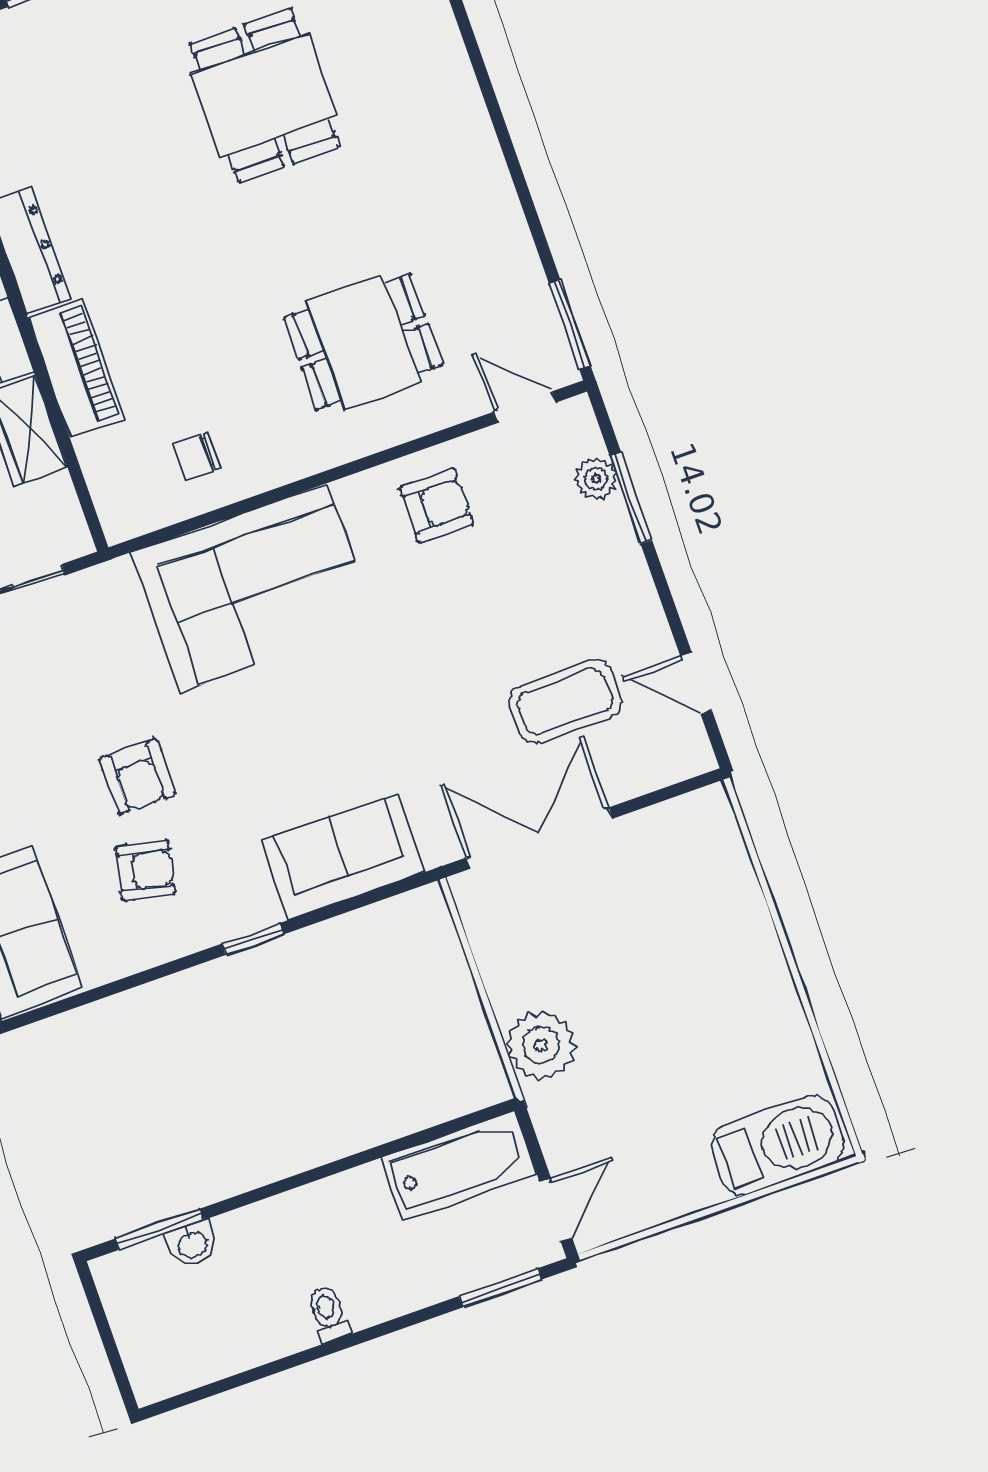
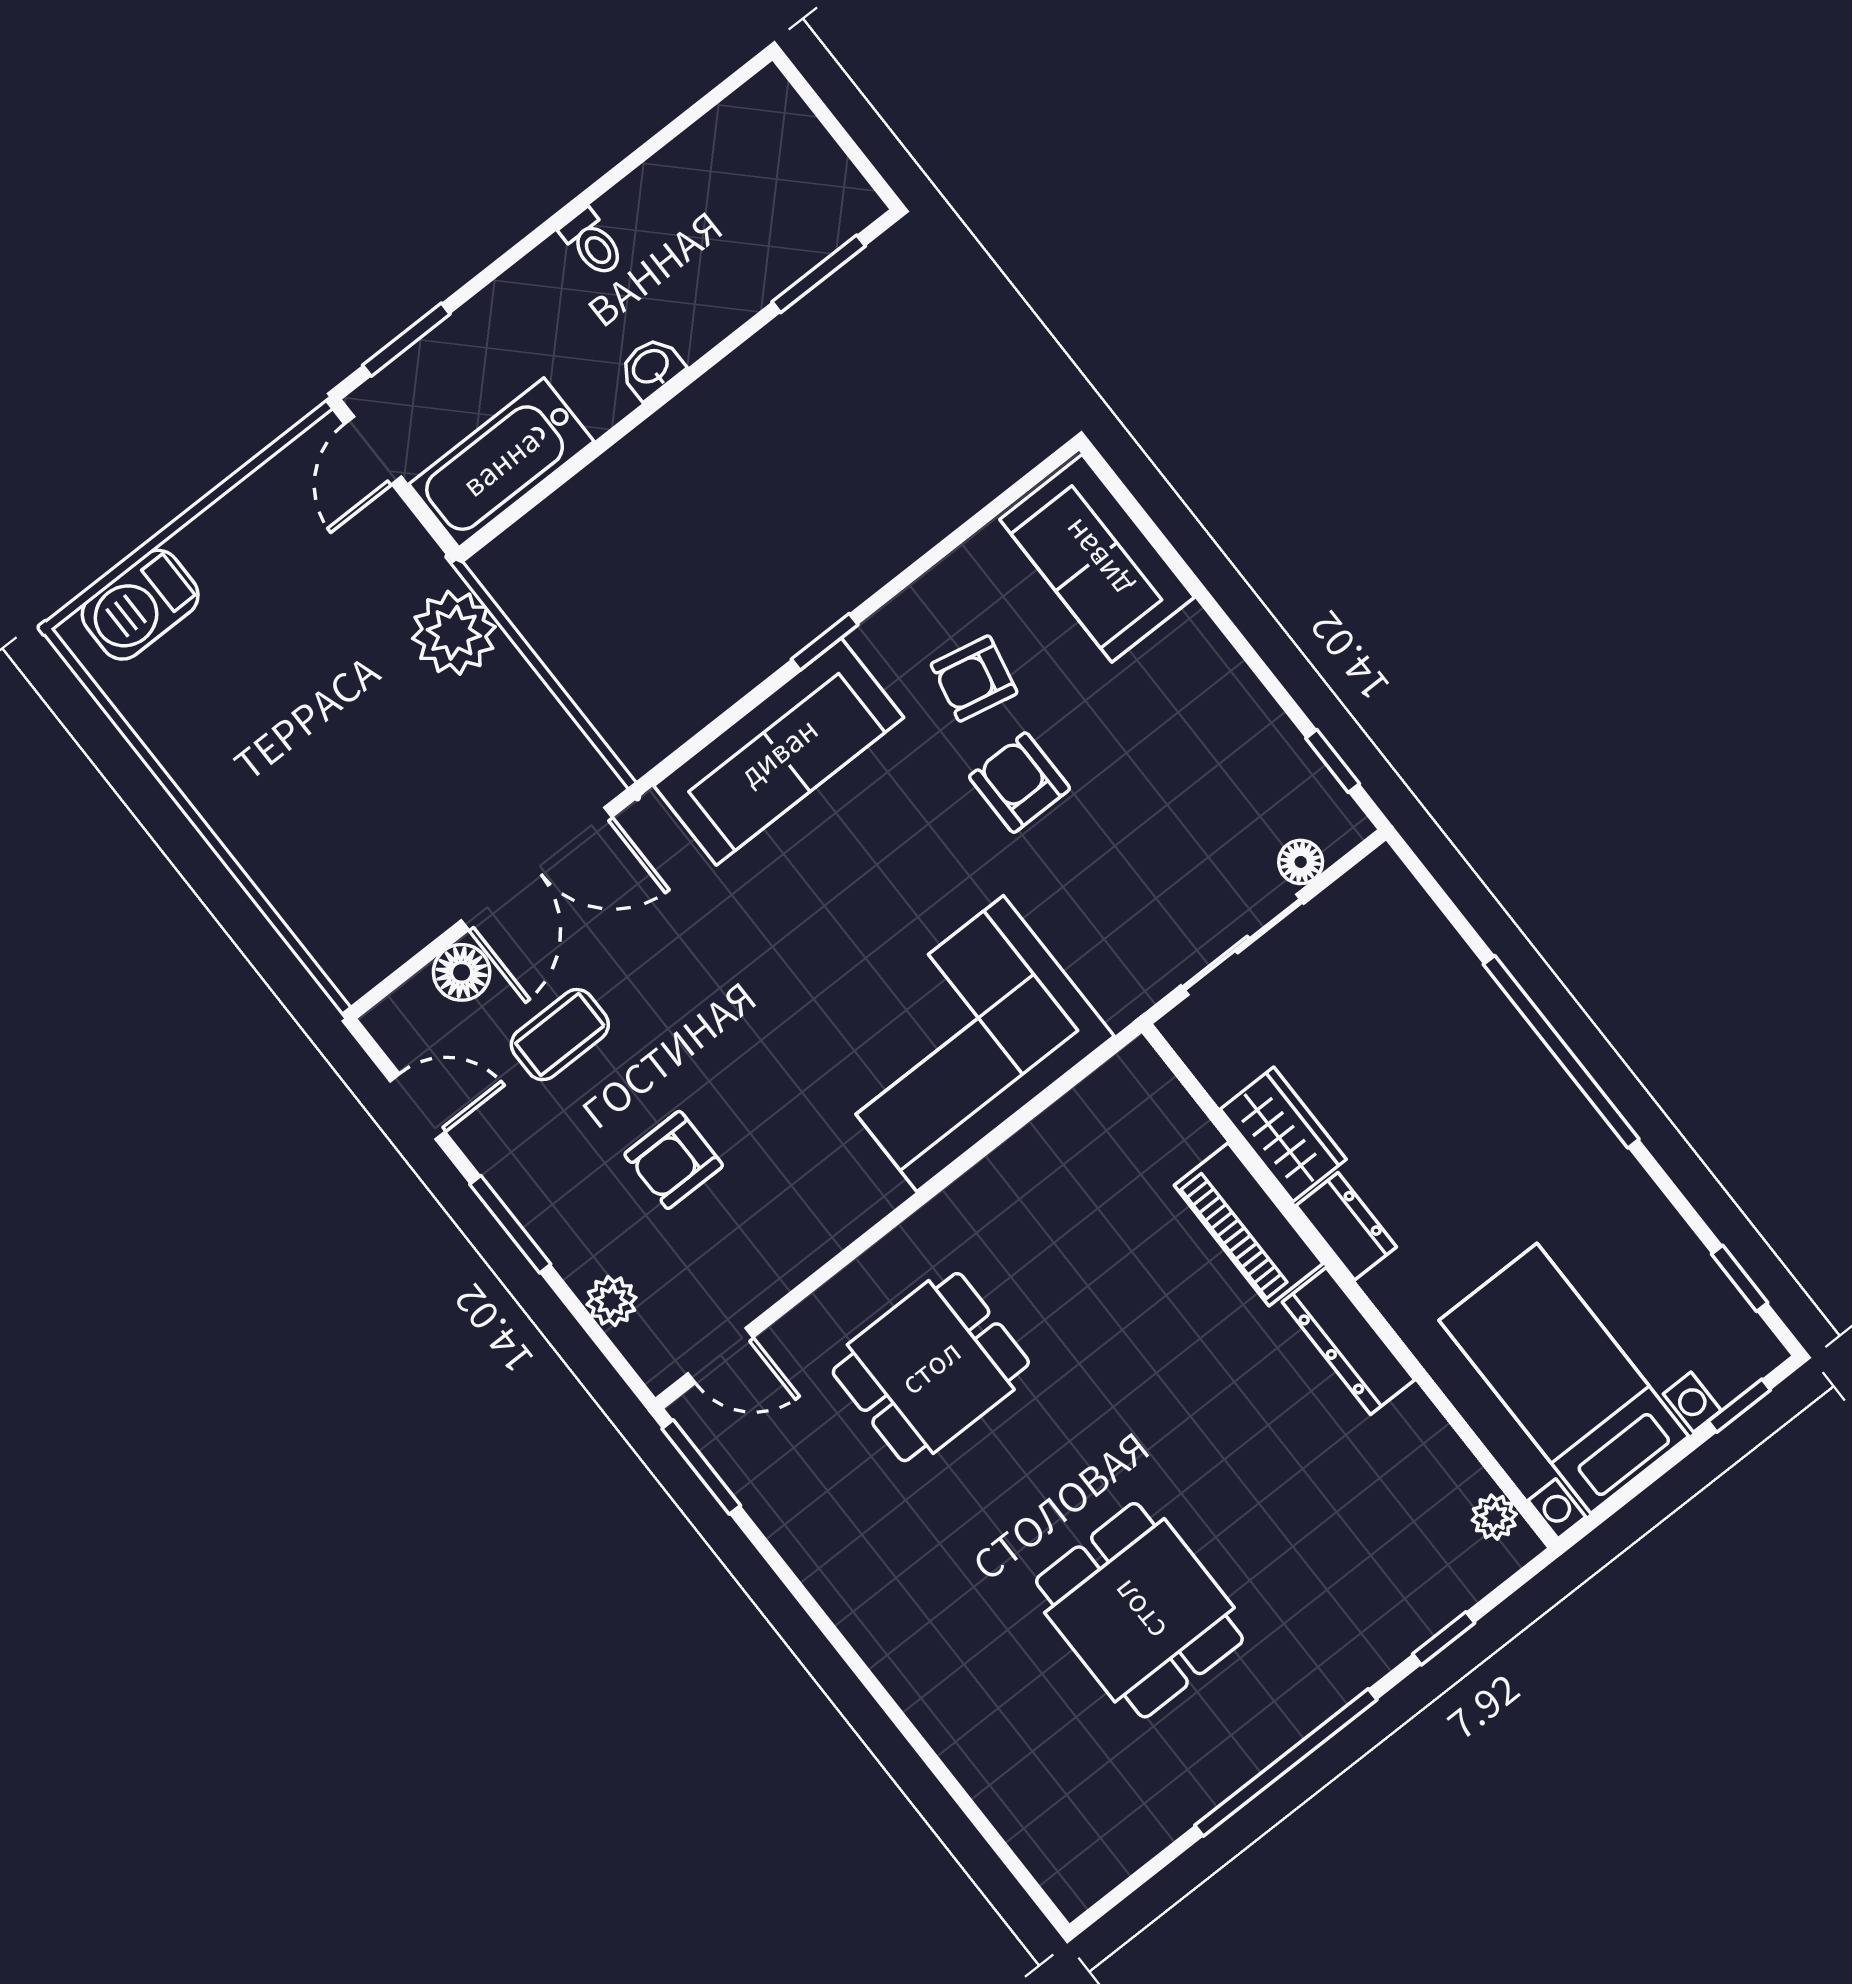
chair: (197, 456) -> (1076, 1172), removed
window: (631, 498) -> (510, 1224), moved
armchair: (437, 506) -> (674, 1160), moved
coffee table: (565, 702) -> (560, 1035), width x0.73, depth x0.77
floor lamp: (626, 777) -> (462, 972), added
sofa: (343, 856) -> (779, 752), width x1.36
barbecue: (778, 1145) -> (140, 605), width x0.73, depth x0.83
washbasin: (192, 1244) -> (651, 367), moved

